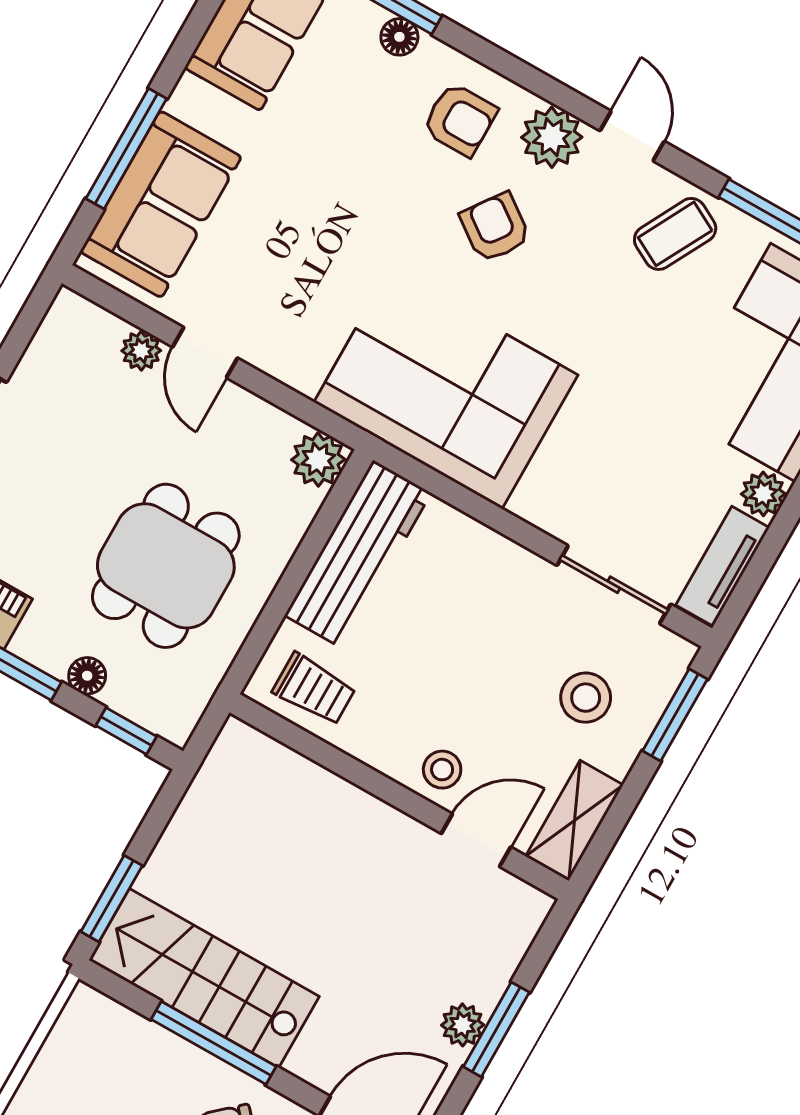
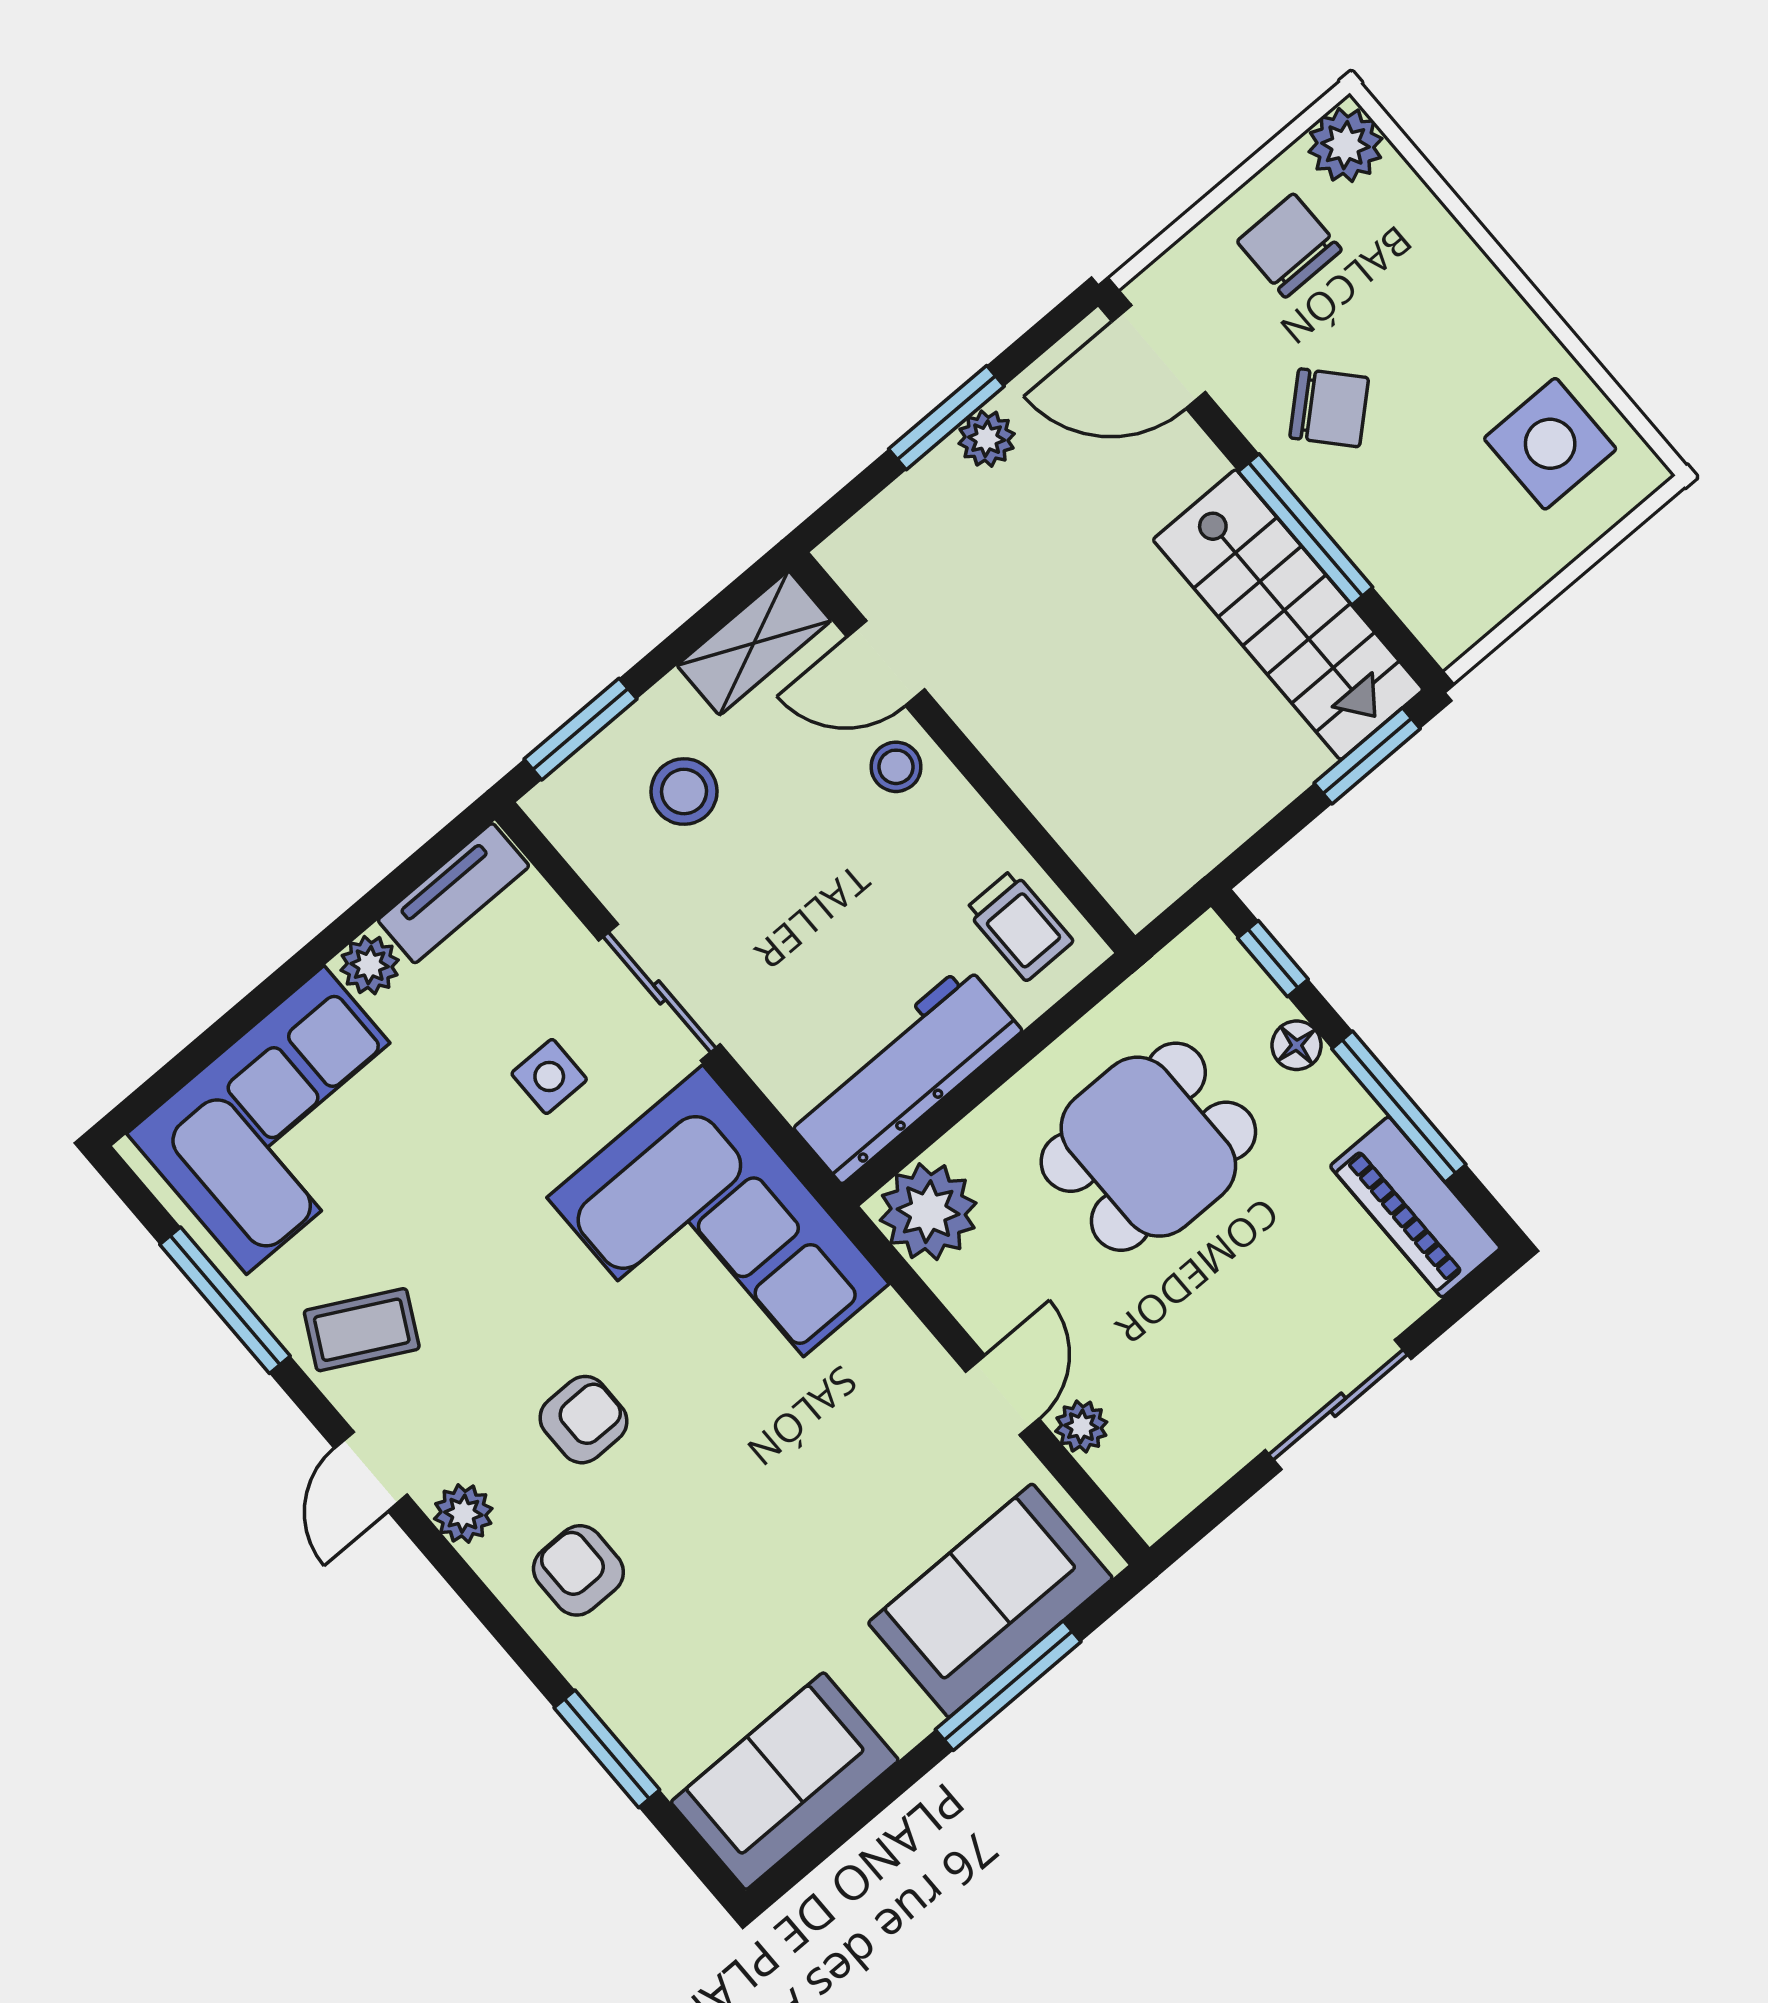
floor lamp: (399, 37) -> (616, 1701), removed
plant: (552, 137) -> (463, 1514), width x0.73, depth x0.73
armchair: (495, 227) -> (584, 1420), turned -126
plant: (318, 460) -> (928, 1212), width x1.36, depth x1.36
side table: (608, 461) -> (549, 1077), added
sliding door: (614, 585) -> (659, 992), moved
trolley: (314, 689) -> (1019, 925), turned 180

